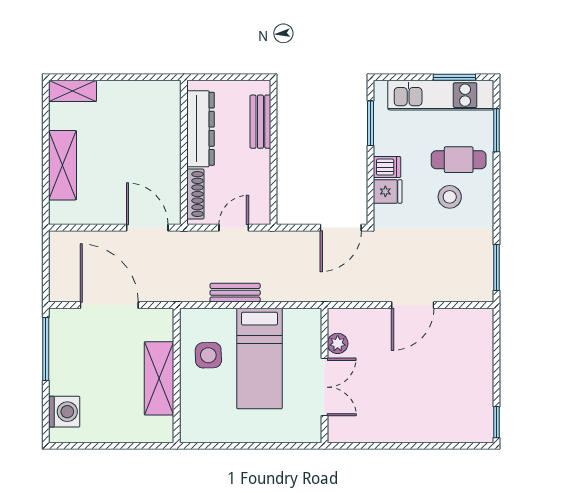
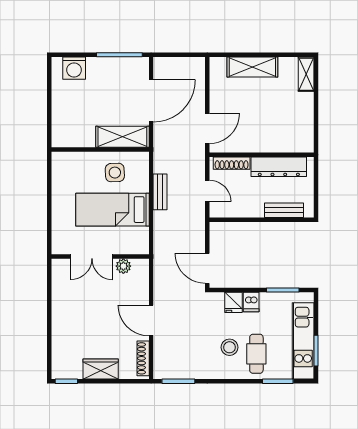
shoe rack: (465, 316) -> (143, 358), added
wardrobe: (480, 375) -> (101, 369), added
shelving: (159, 378) -> (122, 137), moved

